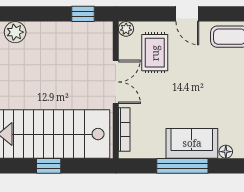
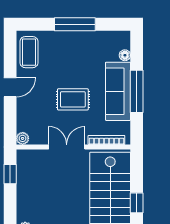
rug: (155, 53) -> (73, 99), moved
sofa: (192, 143) -> (118, 91), width x1.36

